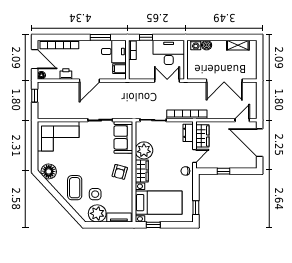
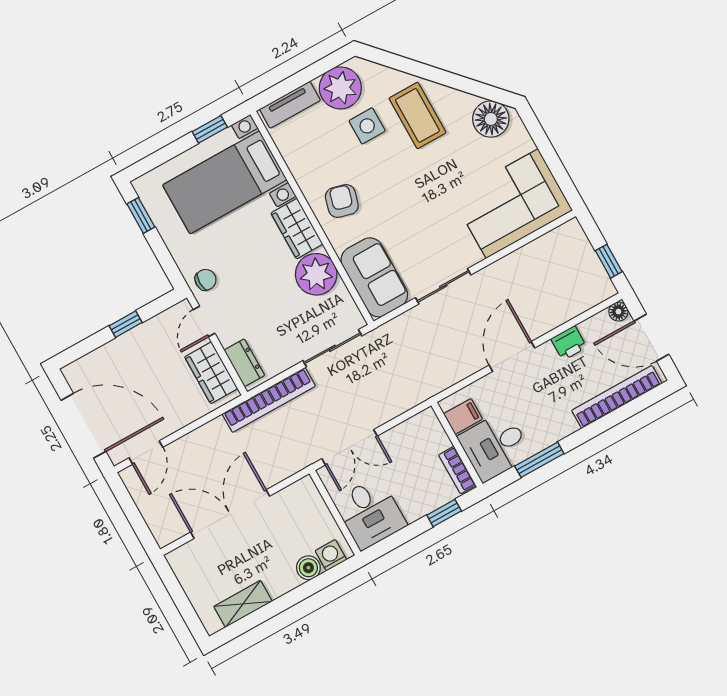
desk: (169, 52) -> (370, 513), width x0.73

